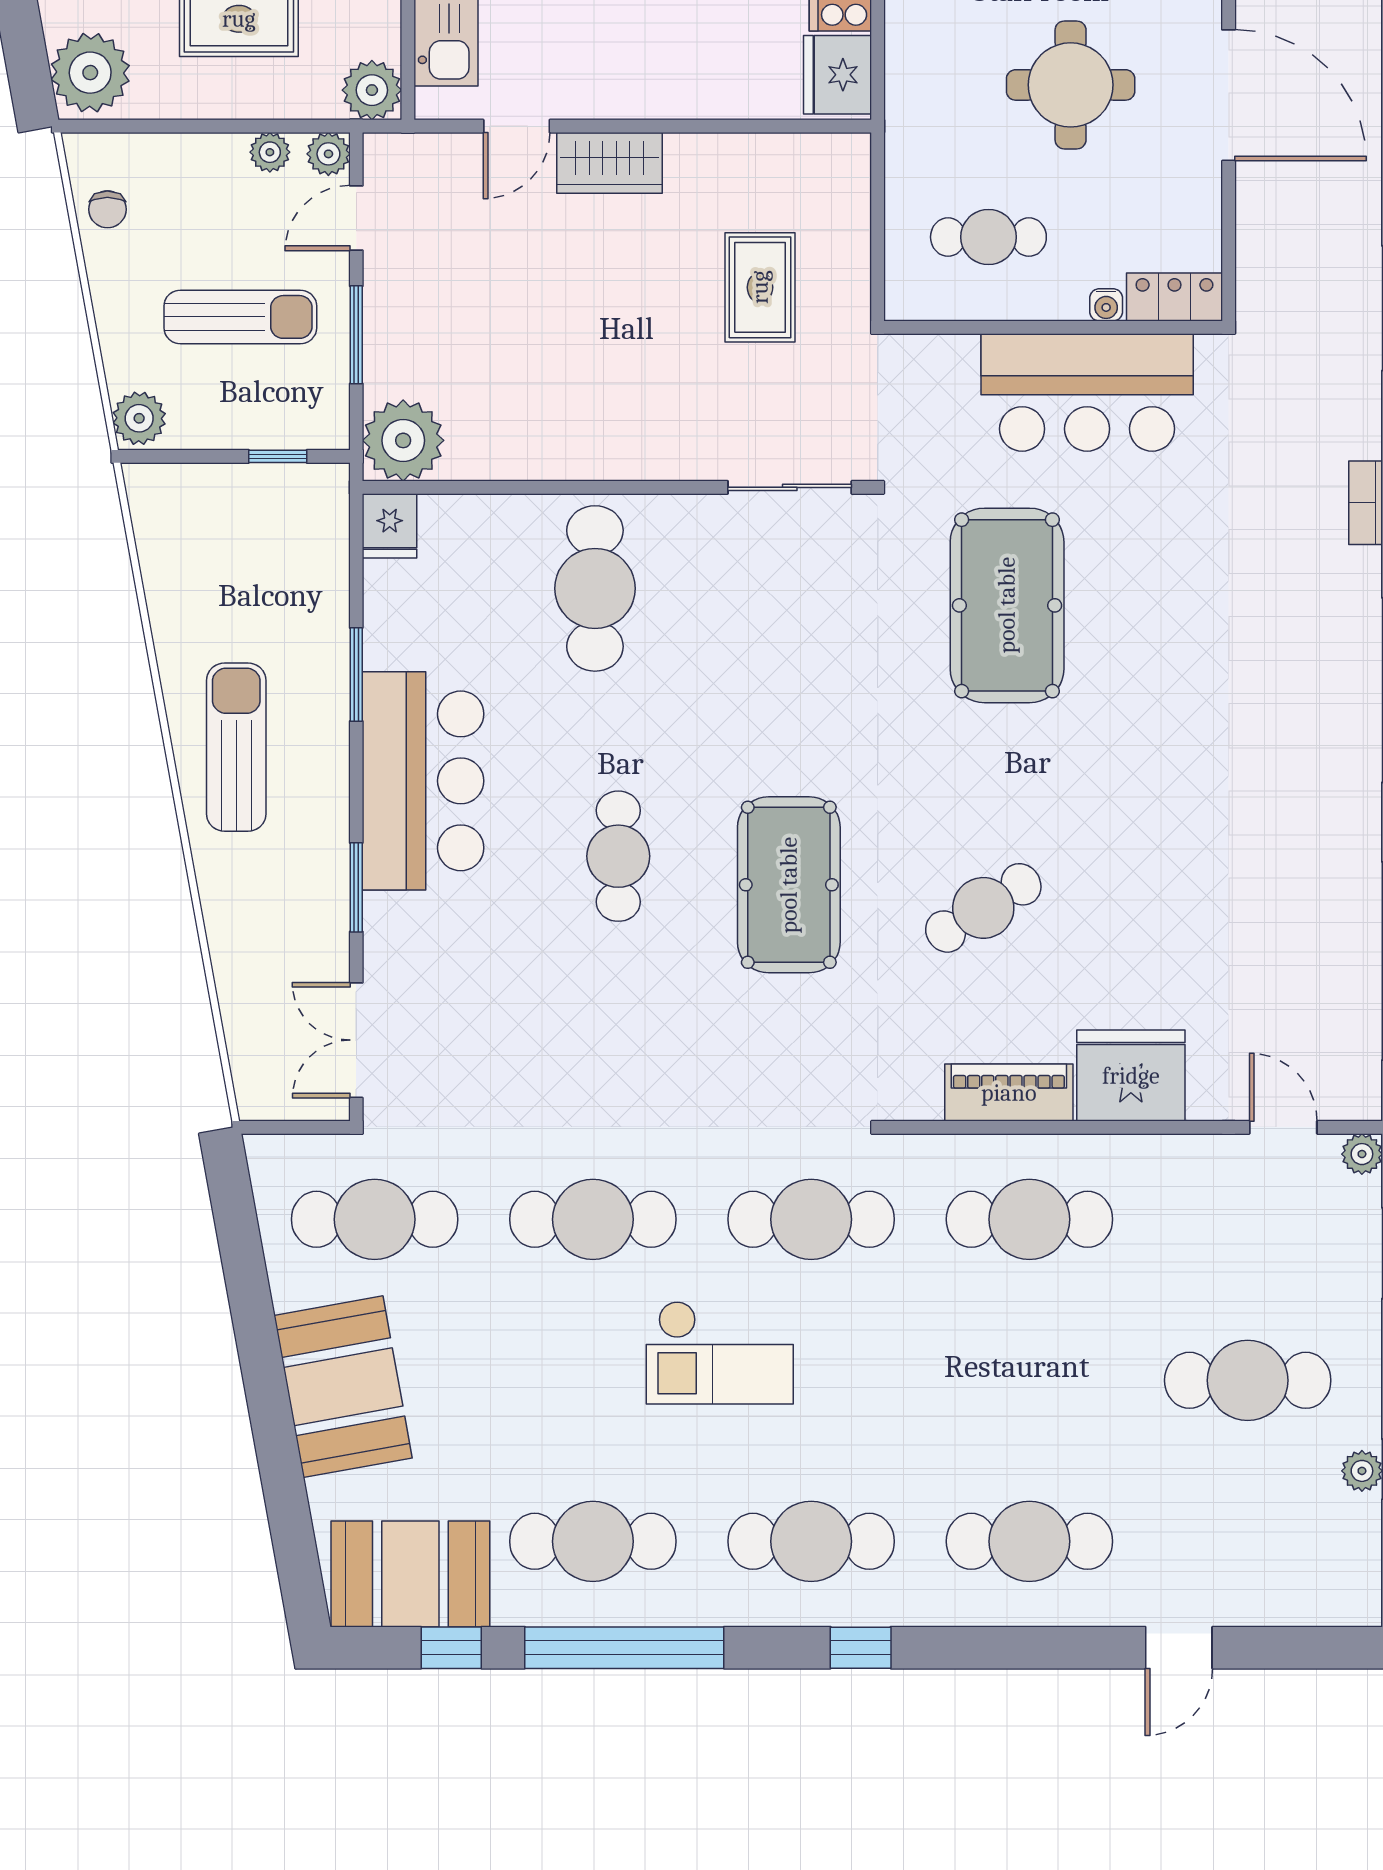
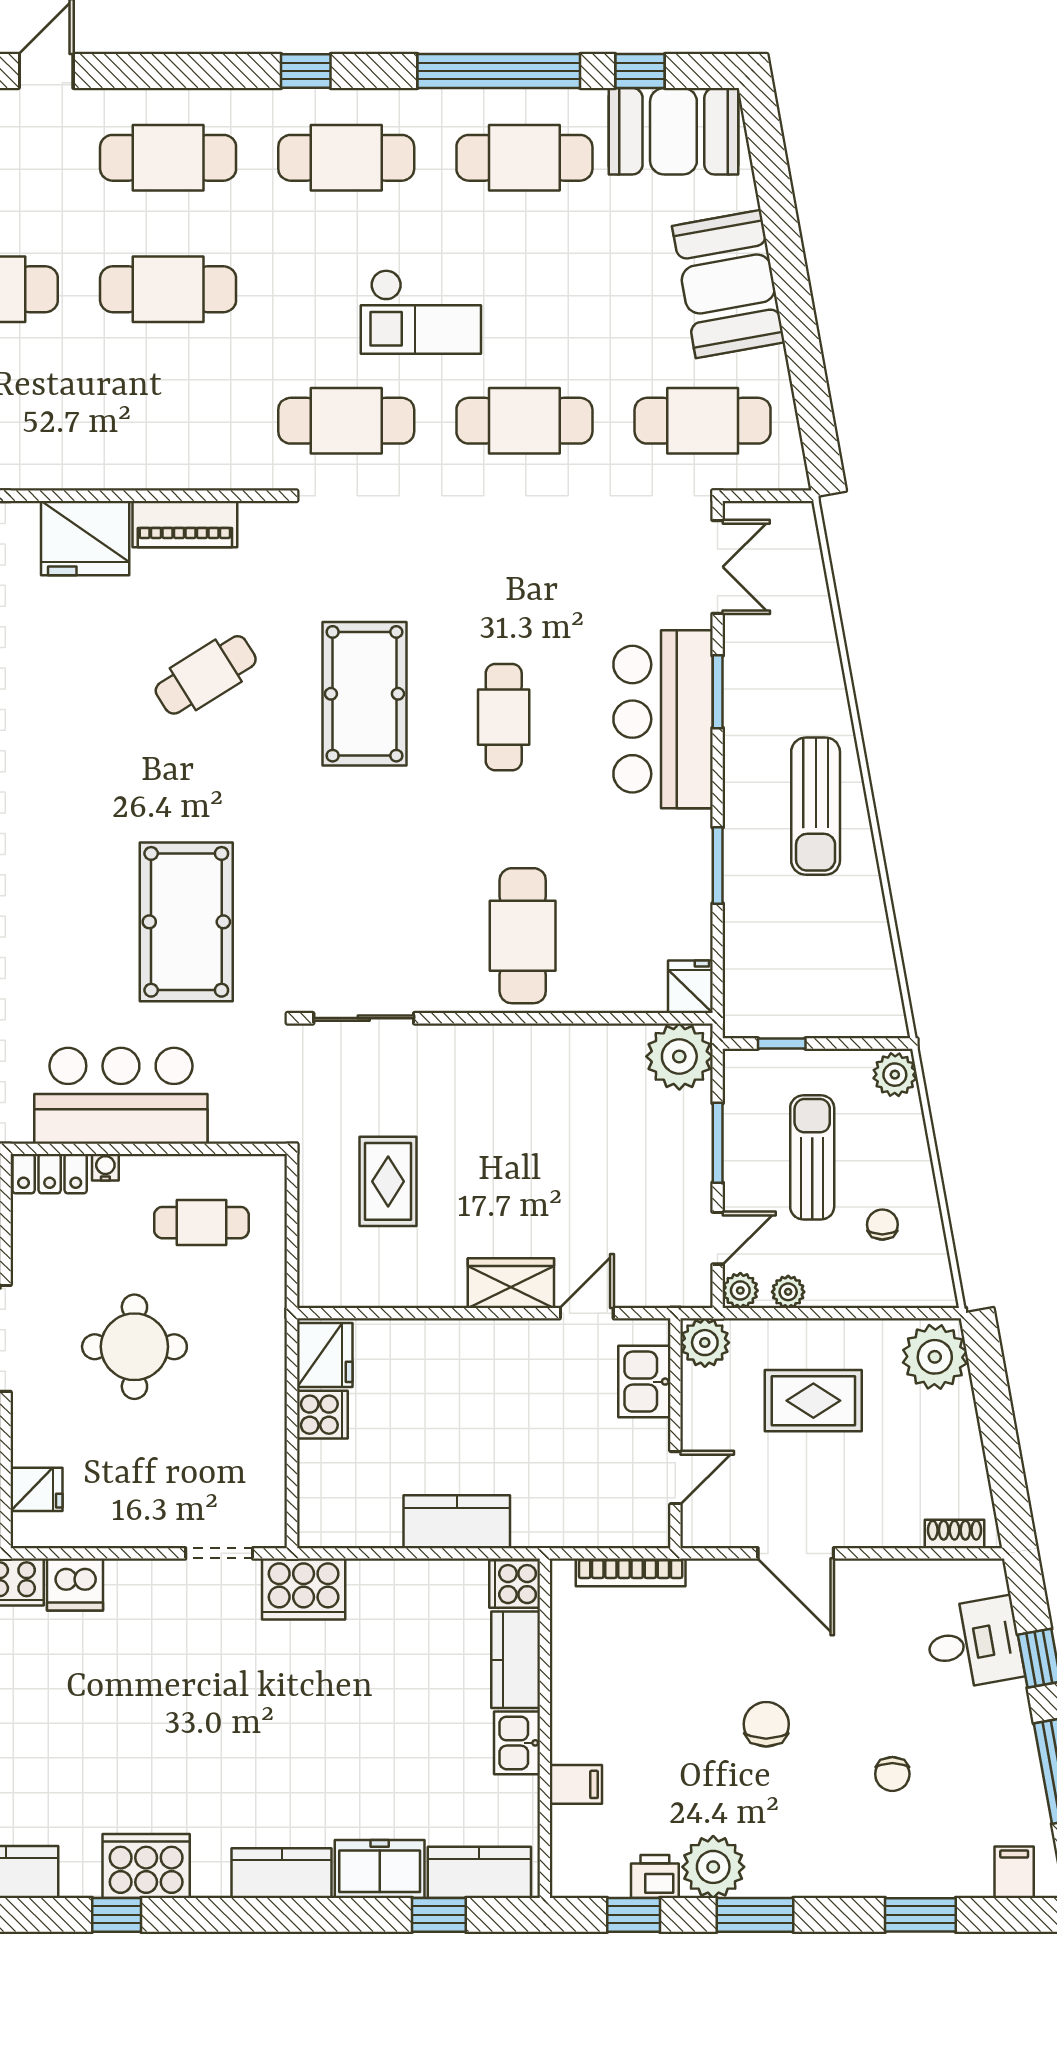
chair: (107, 209) -> (882, 1225), moved
sun lounger: (240, 317) -> (812, 1157), turned 90
bar counter: (423, 781) -> (663, 719), moved
cafe table: (1029, 1219) -> (168, 289), moved
checkout: (720, 1353) -> (421, 312), turned 180

